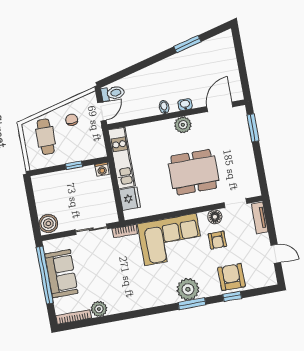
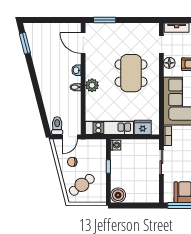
window: (188, 44) -> (25, 43), moved
door: (102, 111) -> (70, 137), swing flipped
plant: (183, 125) -> (92, 85), moved
cafe table: (46, 137) -> (82, 185), turned -37
boiler: (48, 224) -> (118, 195), moved

